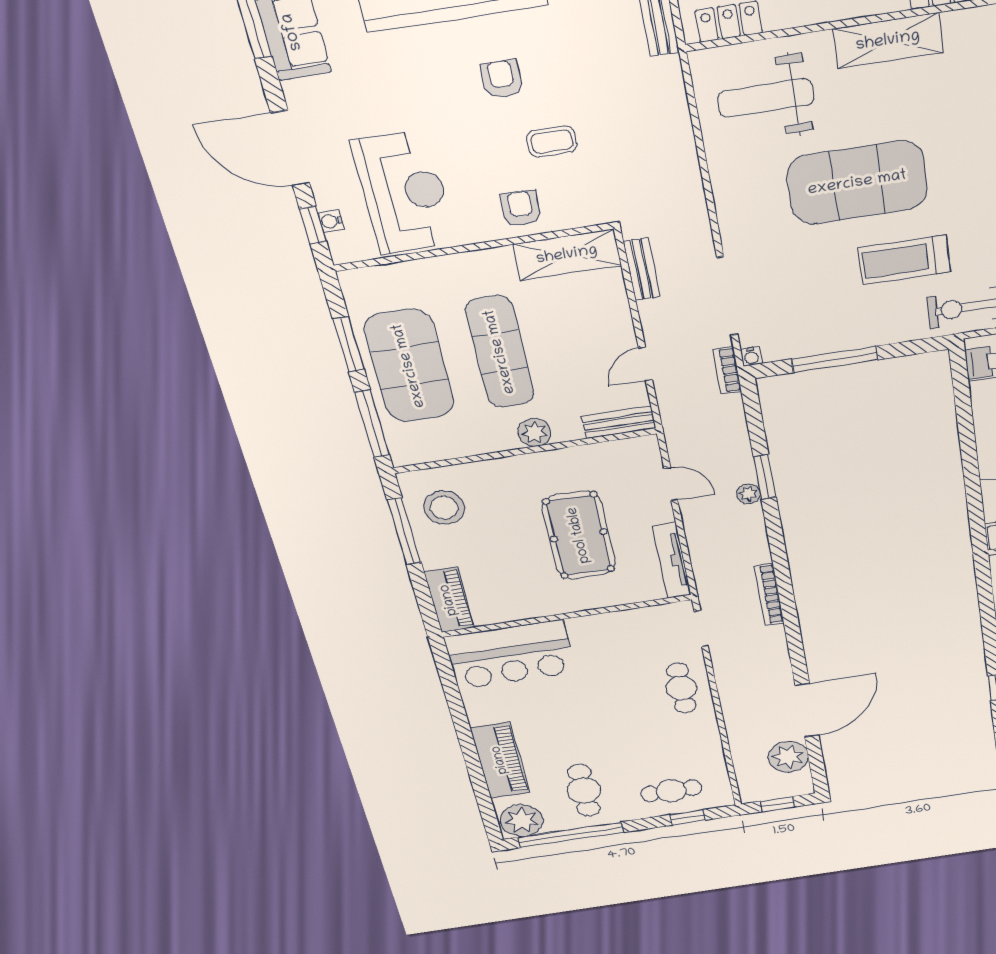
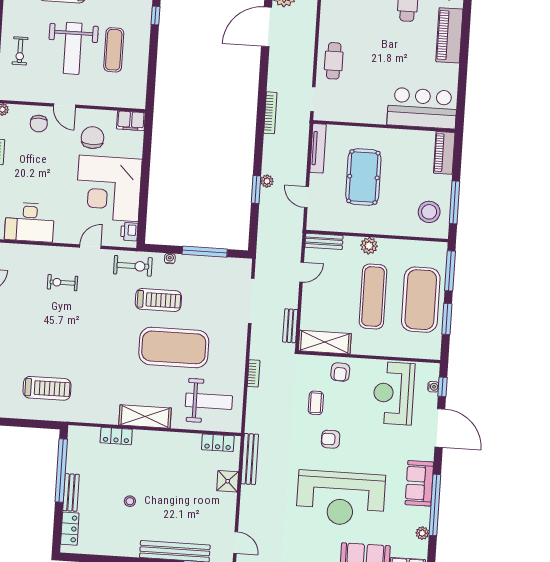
armchair: (502, 79) -> (331, 439), turned 90
coffee table: (552, 141) -> (316, 403), turned 90
water cooler: (751, 357) -> (170, 259), moved
bookcase: (727, 370) -> (254, 373), moved

